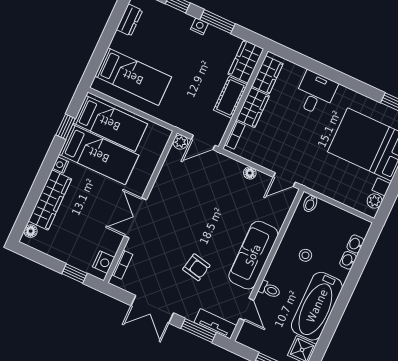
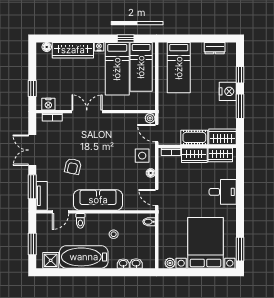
nightstand: (199, 26) -> (228, 91), width x1.89, depth x1.79
side table: (223, 174) -> (142, 156), added

